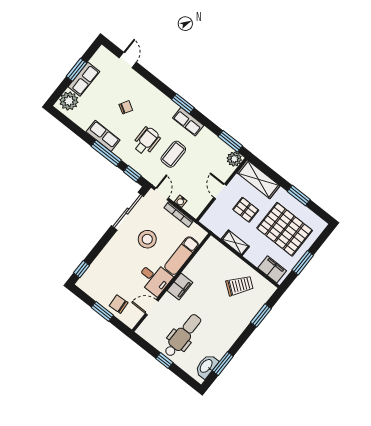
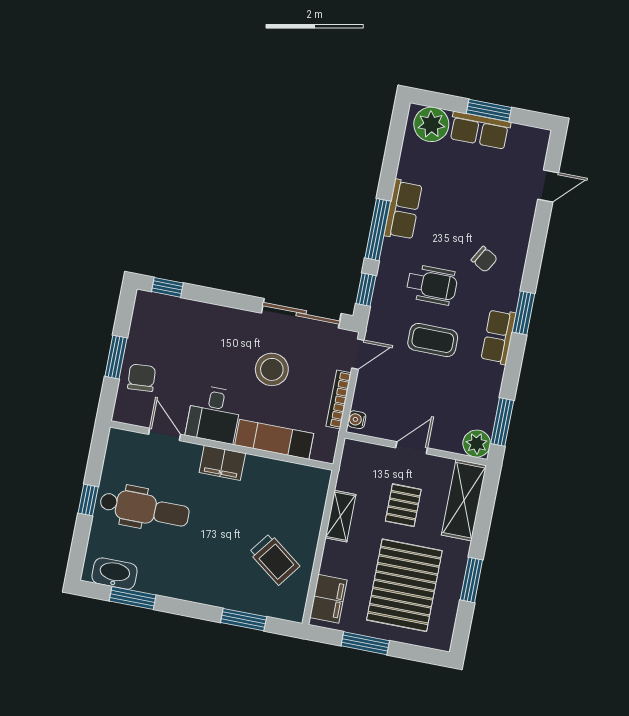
chair: (126, 107) -> (484, 259), moved
water cooler: (181, 201) -> (357, 420), moved

